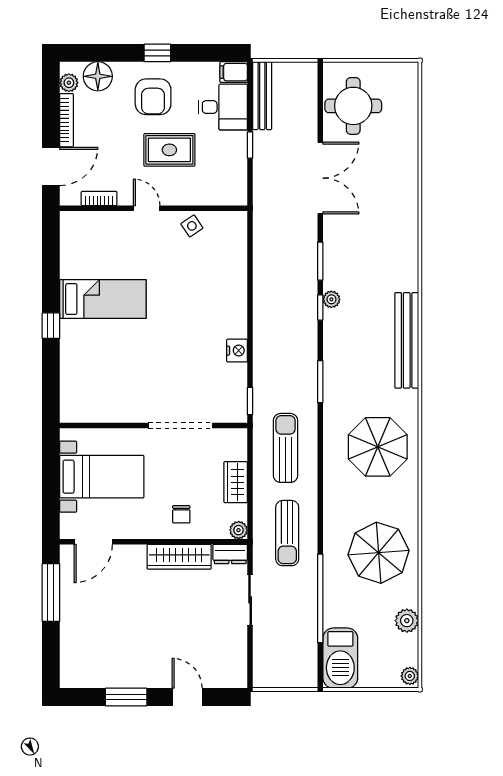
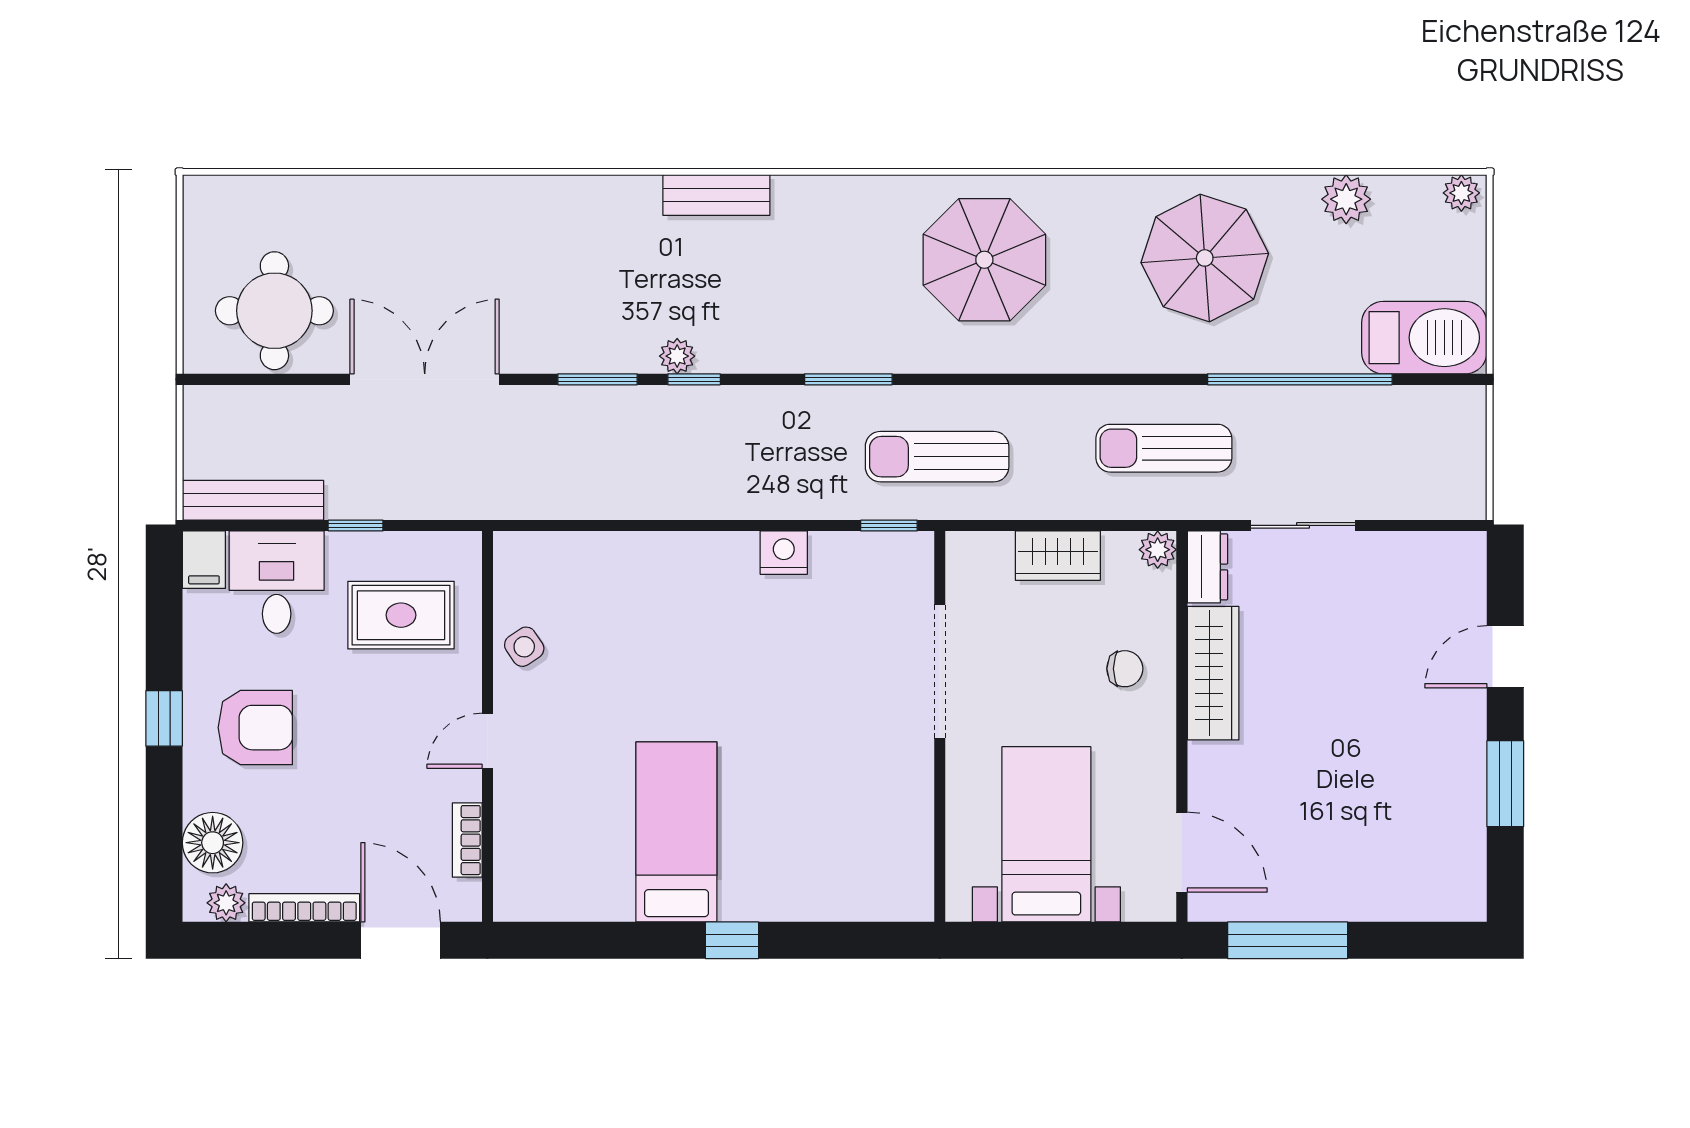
rug: (169, 150) -> (401, 615), moved, turned 90
bench: (407, 340) -> (716, 195), width x0.54, depth x0.82
sun lounger: (286, 448) -> (937, 457), moved
sun lounger: (287, 533) -> (1164, 448), turned 180

